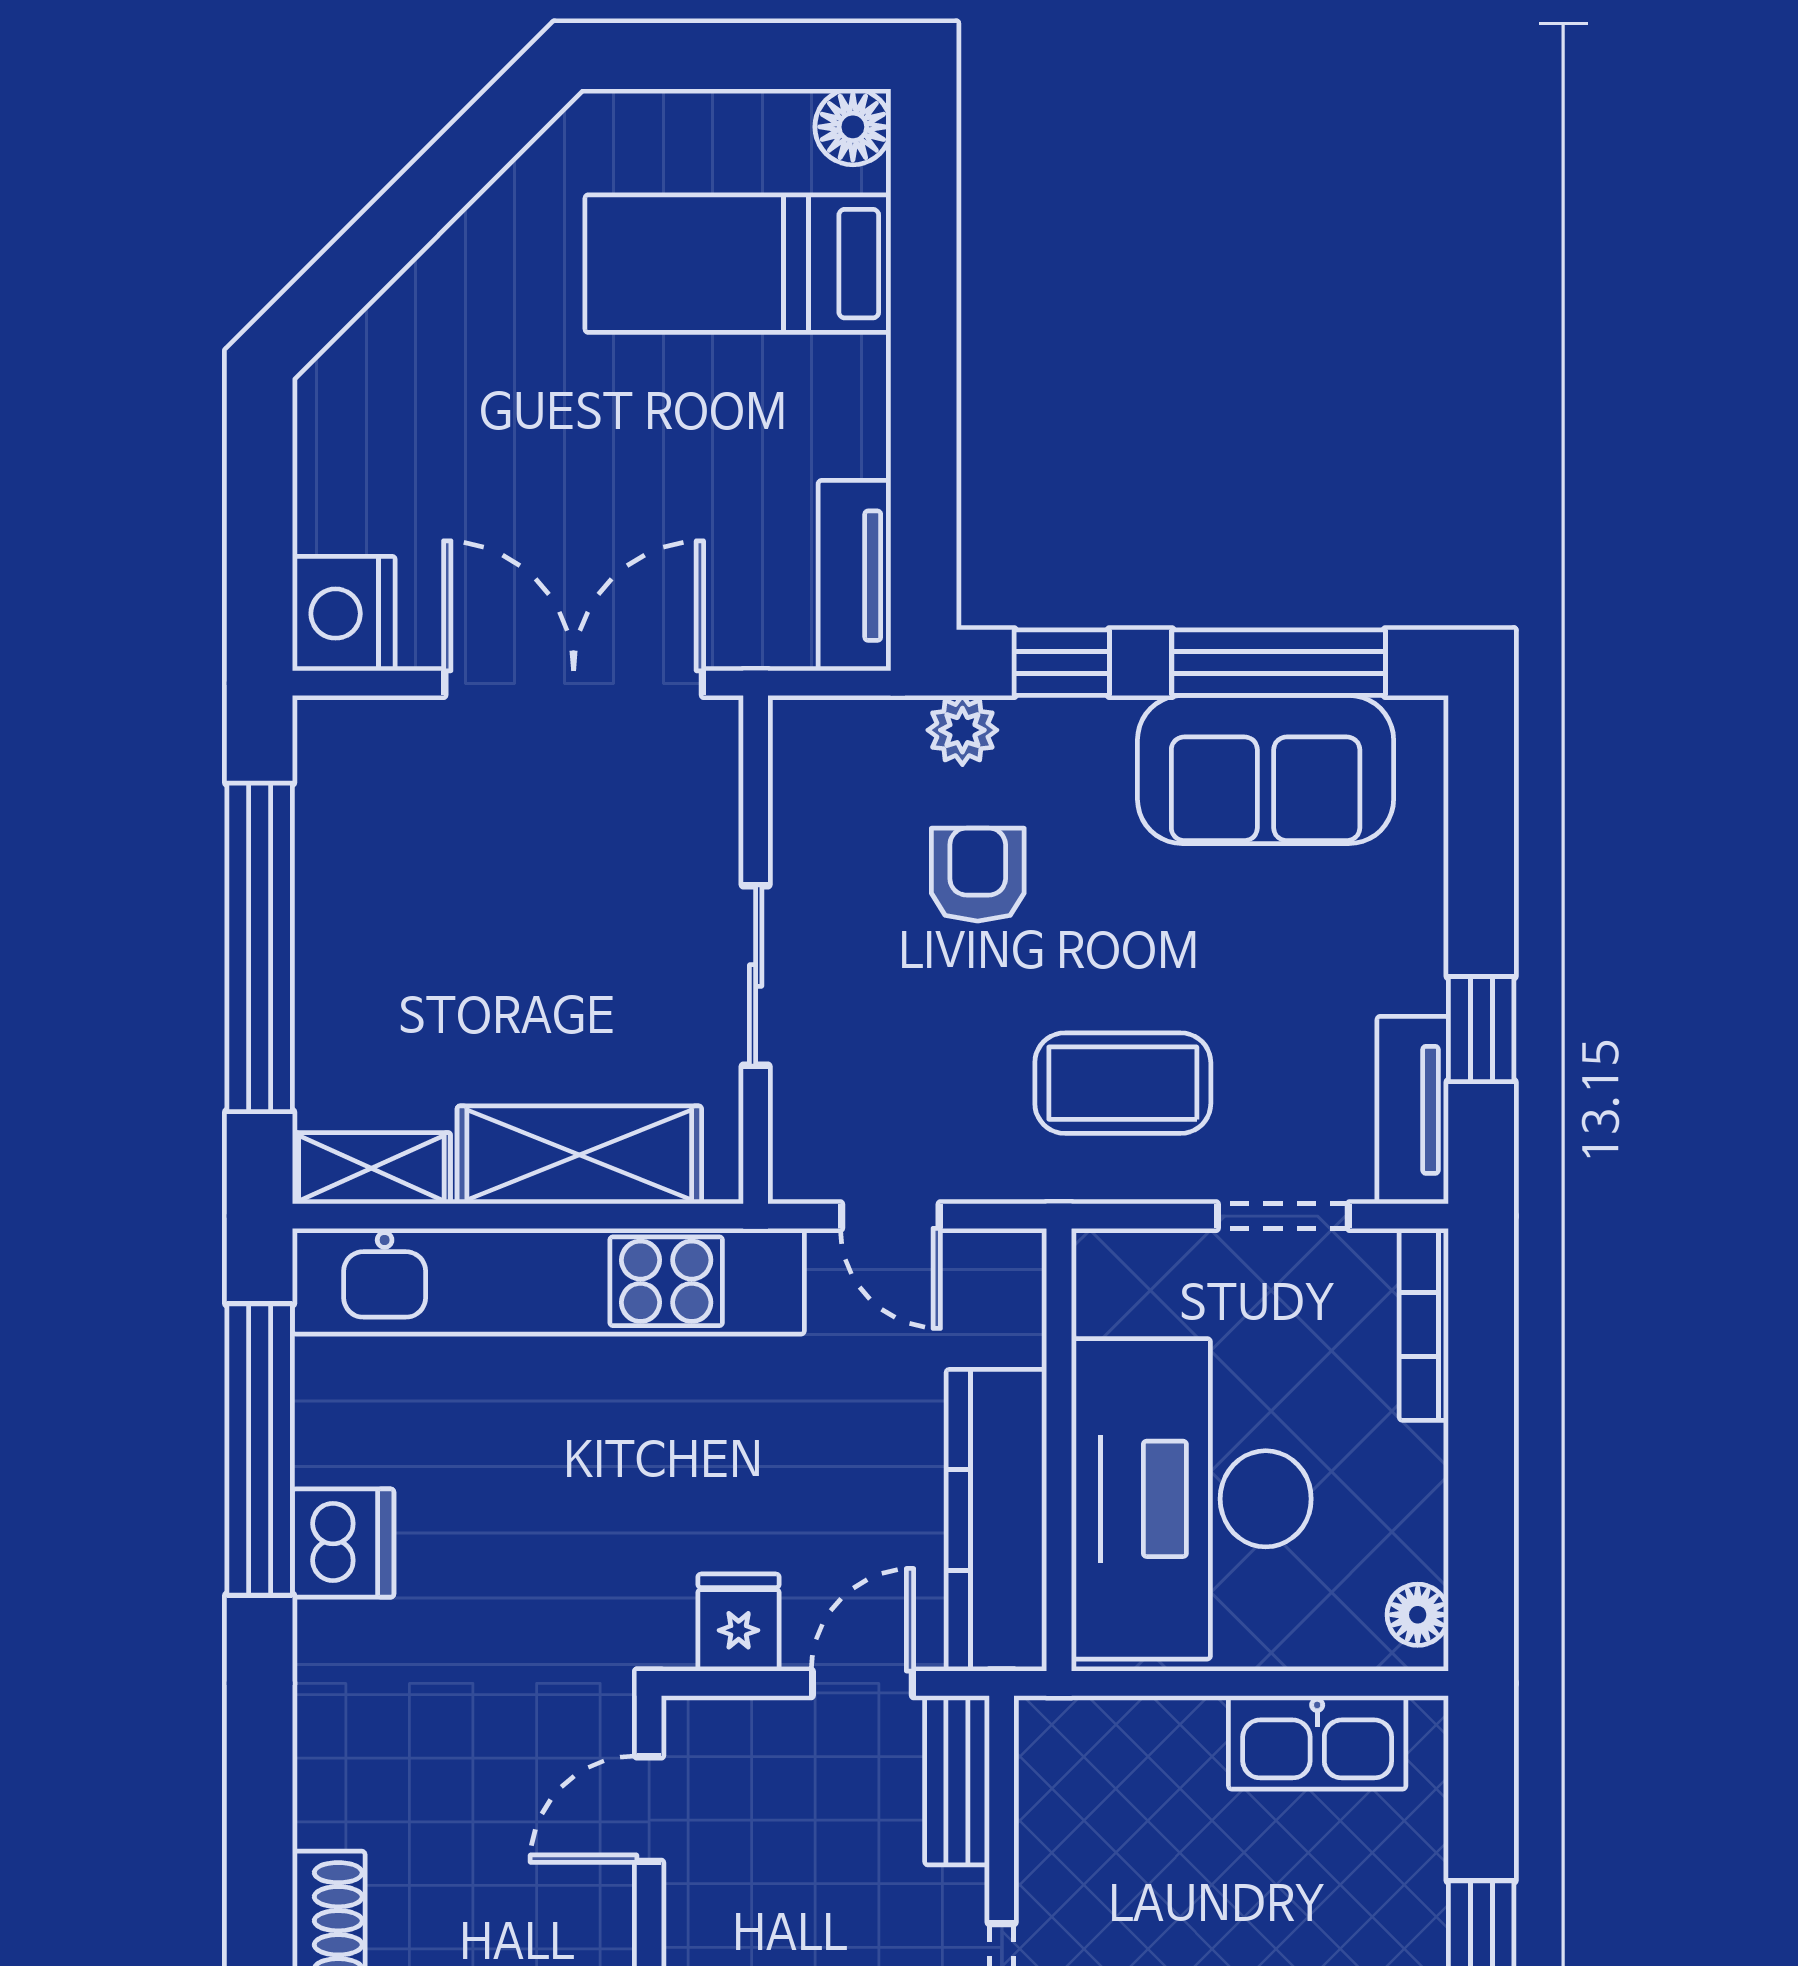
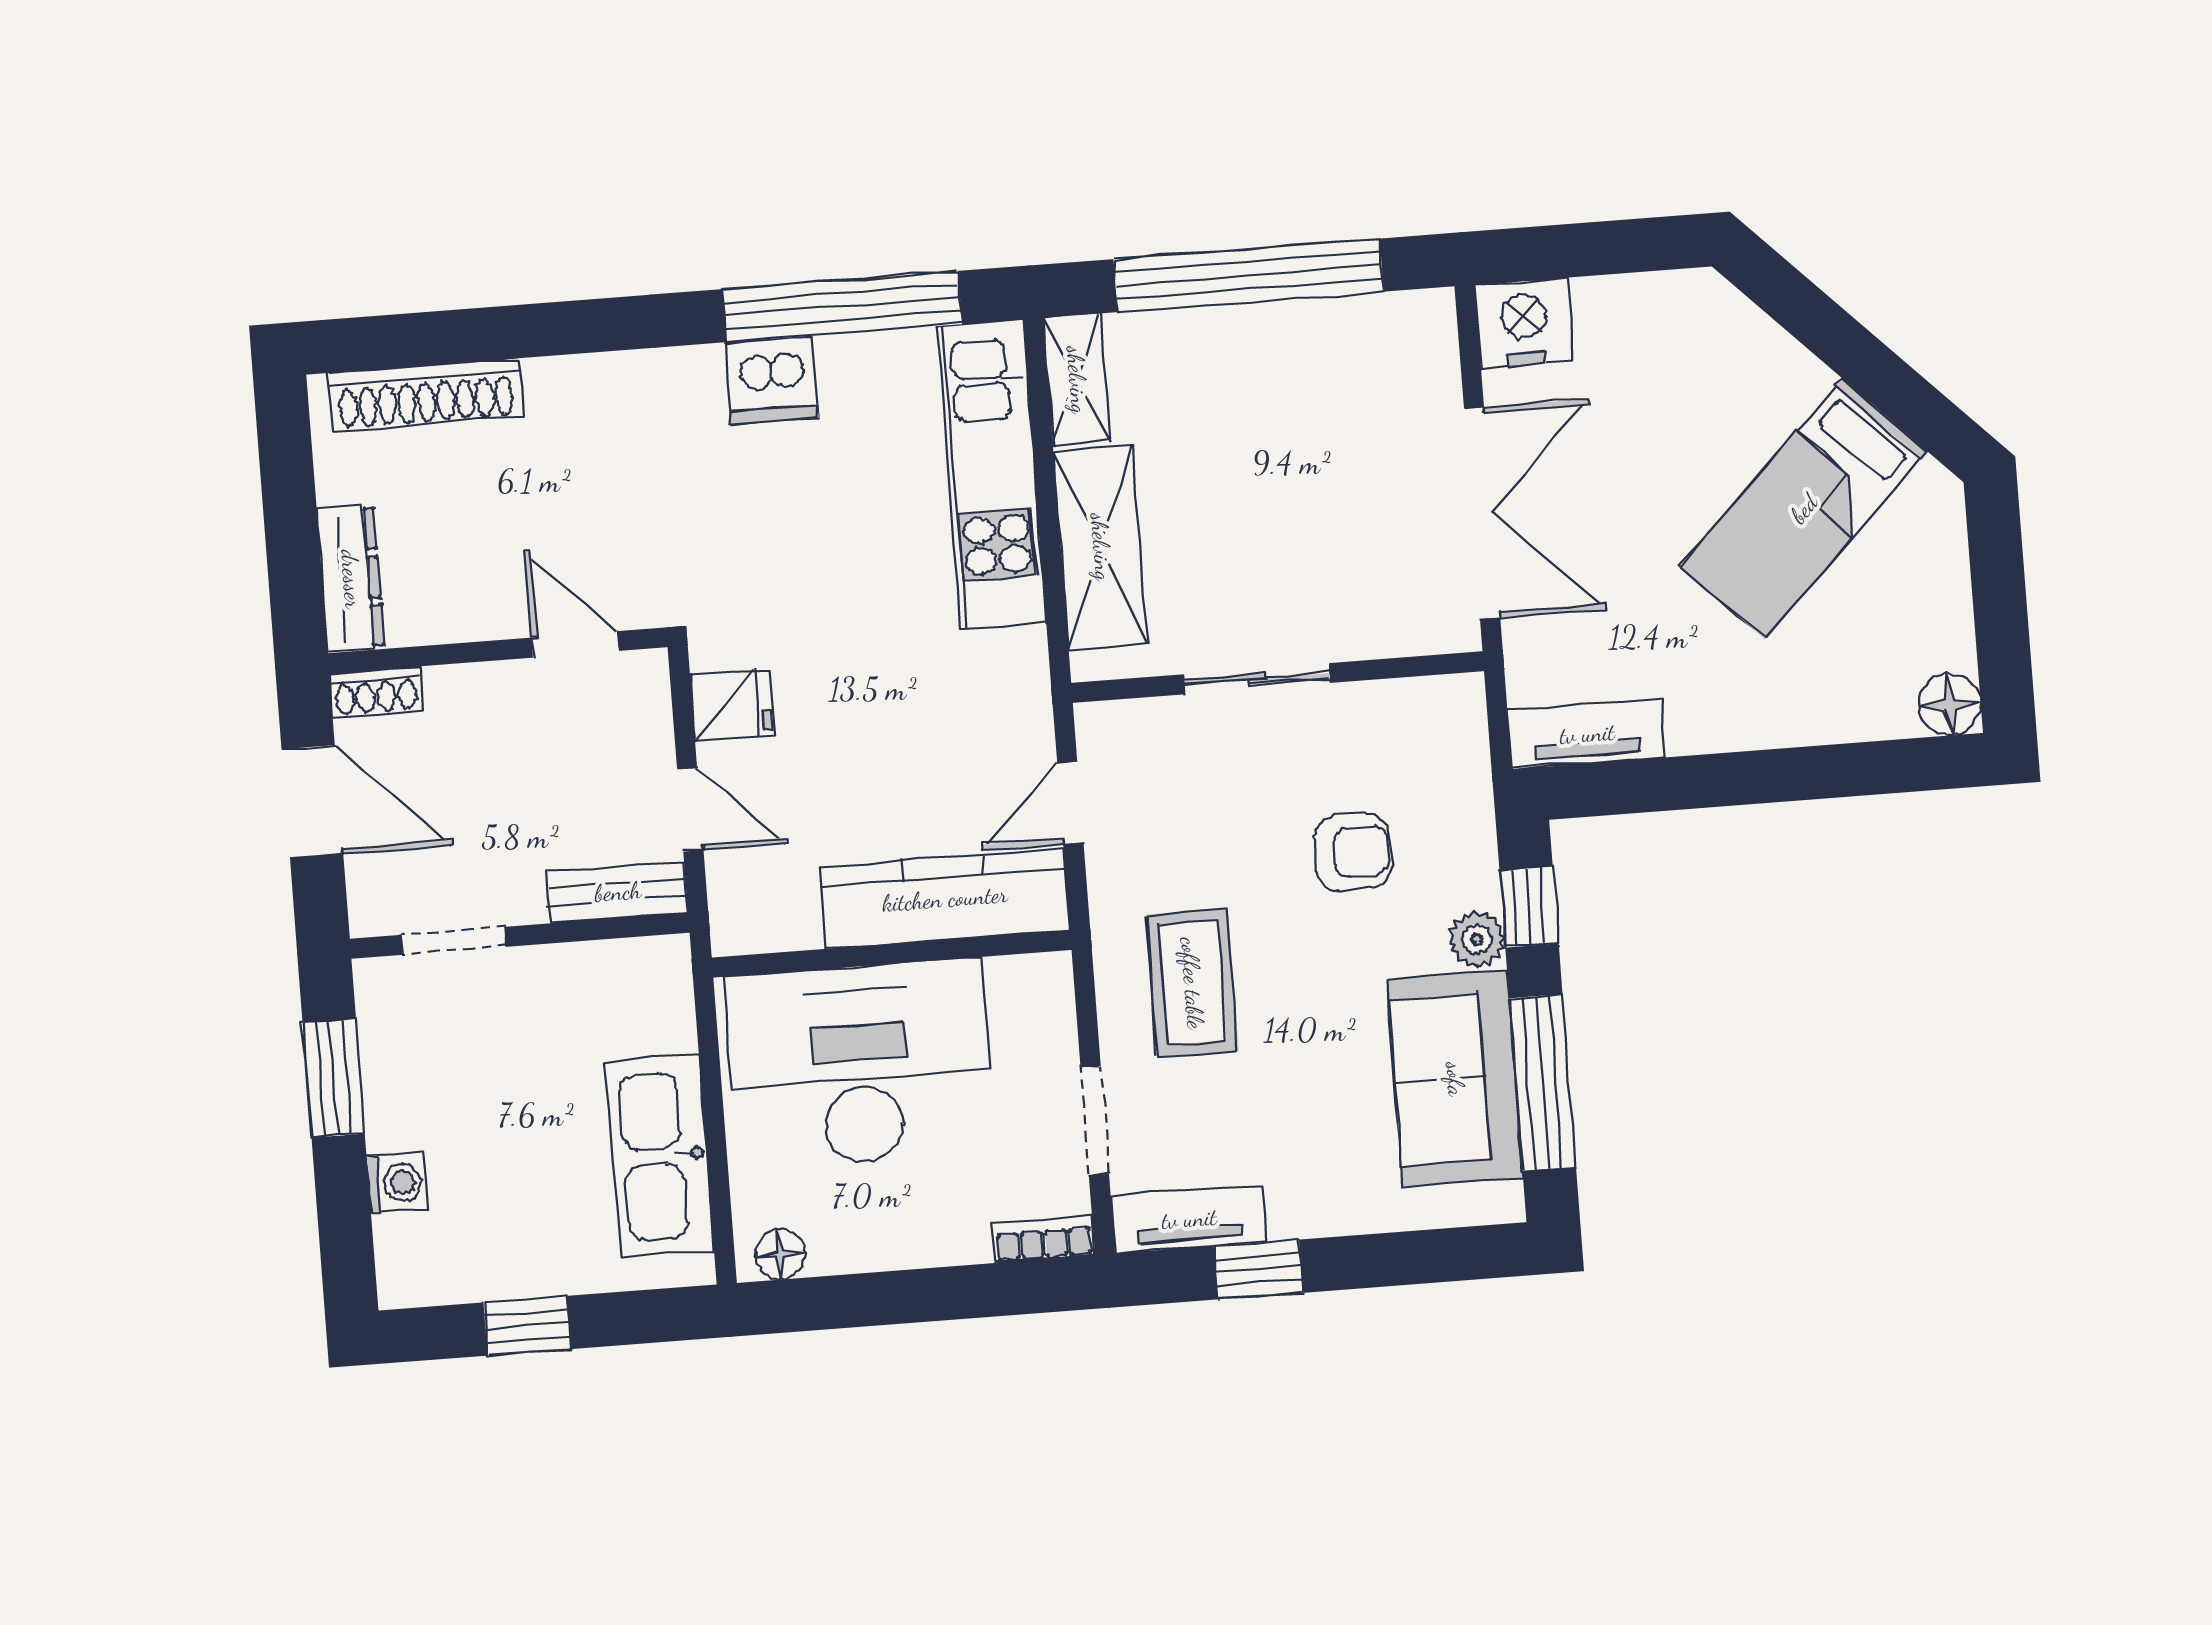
bed: (738, 264) -> (1804, 509), moved, turned -135
plant: (962, 730) -> (1477, 939), moved
kitchen unit: (548, 1281) -> (992, 475), width x0.73
bookcase: (1424, 1324) -> (1044, 1239), width x0.64
kitchen counter: (996, 1520) -> (945, 899), moved
kitchen sink: (1317, 1742) -> (660, 1156), width x1.36, depth x1.24

